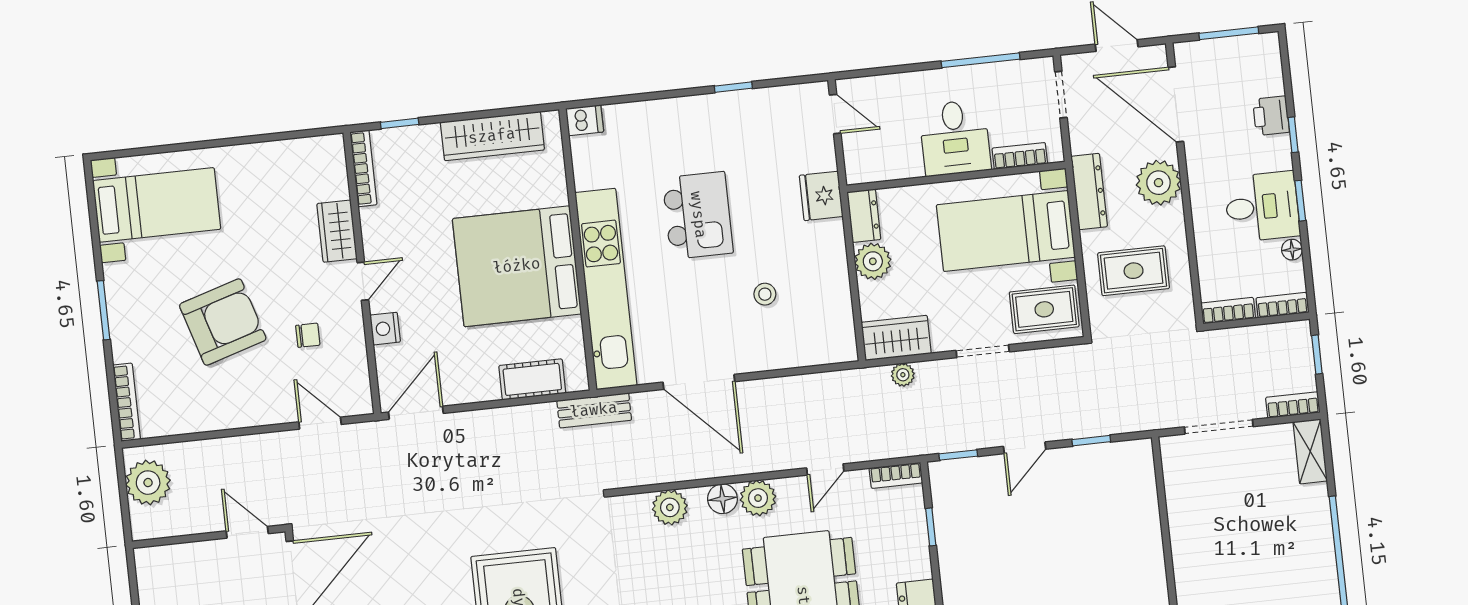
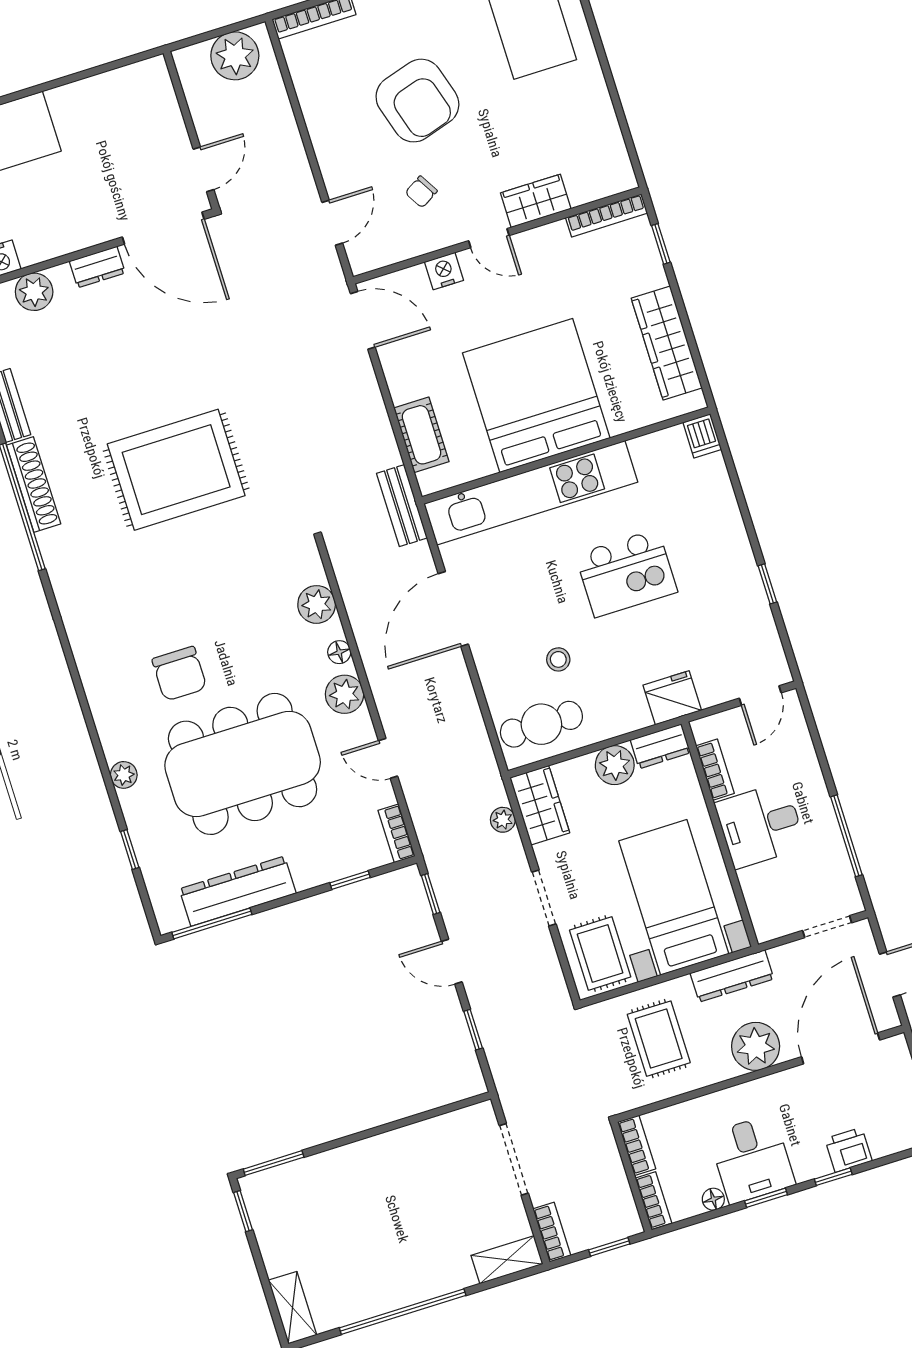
bookcase: (1020, 156) -> (715, 770), moved
cafe table: (822, 322) -> (541, 724), added
chair: (308, 335) -> (421, 192), turned 59
floor lamp: (722, 499) -> (339, 652), width x0.73, depth x0.73

